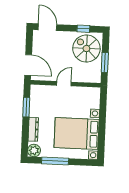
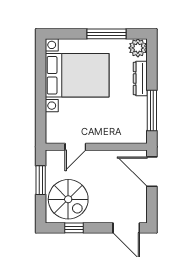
door: (64, 84) -> (75, 147), moved
window: (26, 107) -> (152, 110), width x1.44

